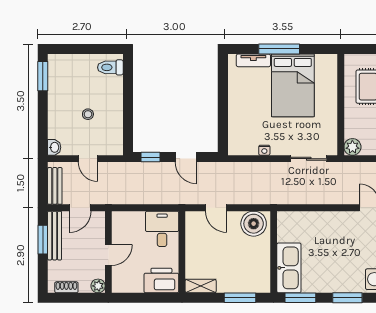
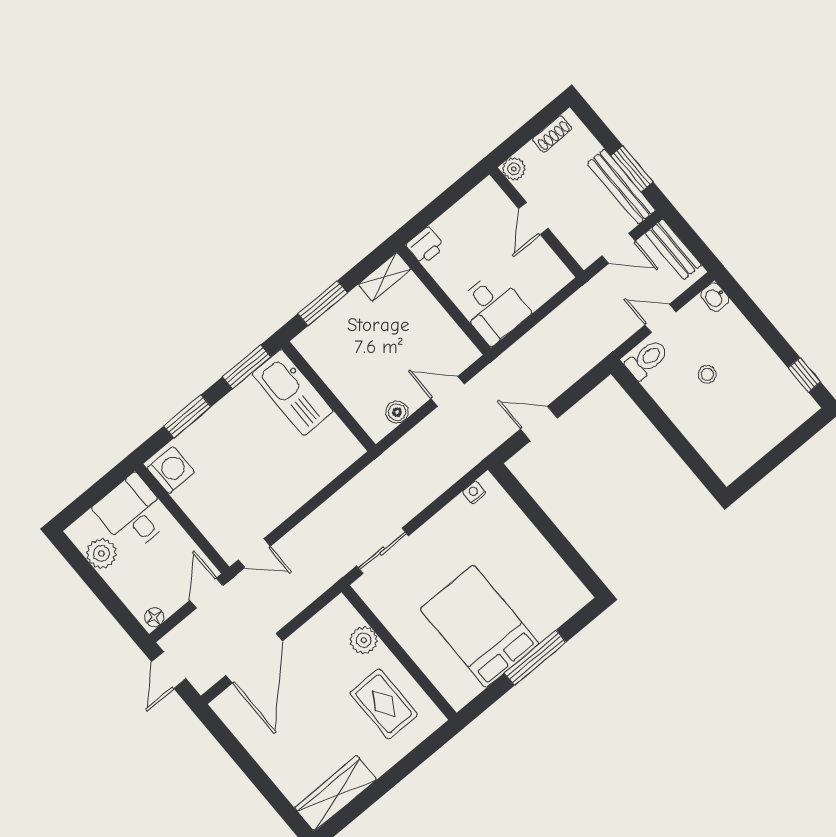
tv unit: (253, 60) -> (556, 616), removed
toilet: (110, 67) -> (647, 359), moved
window: (43, 76) -> (804, 375), width x0.67
plant: (352, 147) -> (364, 640), moved
nightstand: (264, 150) -> (474, 492), moved
window: (150, 157) -> (583, 386), removed
door: (80, 208) -> (619, 248), swing flipped
boiler: (254, 224) -> (397, 412), width x0.54, depth x0.54
printer: (161, 280) -> (425, 246), width x0.53, depth x0.68

